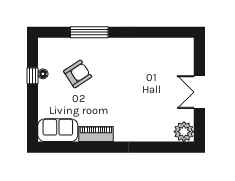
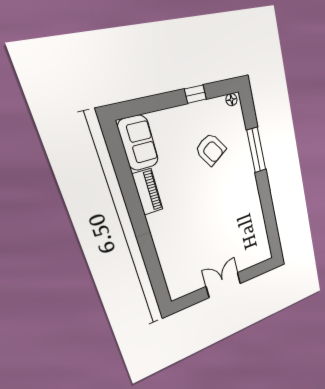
floor lamp: (43, 74) -> (231, 100), moved
plant: (184, 132) -> (179, 287), removed

